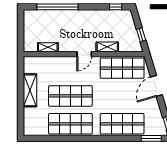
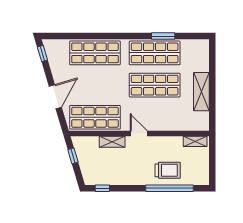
trolley: (59, 22) -> (168, 170), added
shelving: (48, 47) -> (195, 141), moved
door: (84, 54) -> (139, 133), hinge flipped
window: (151, 138) -> (163, 36), moved

